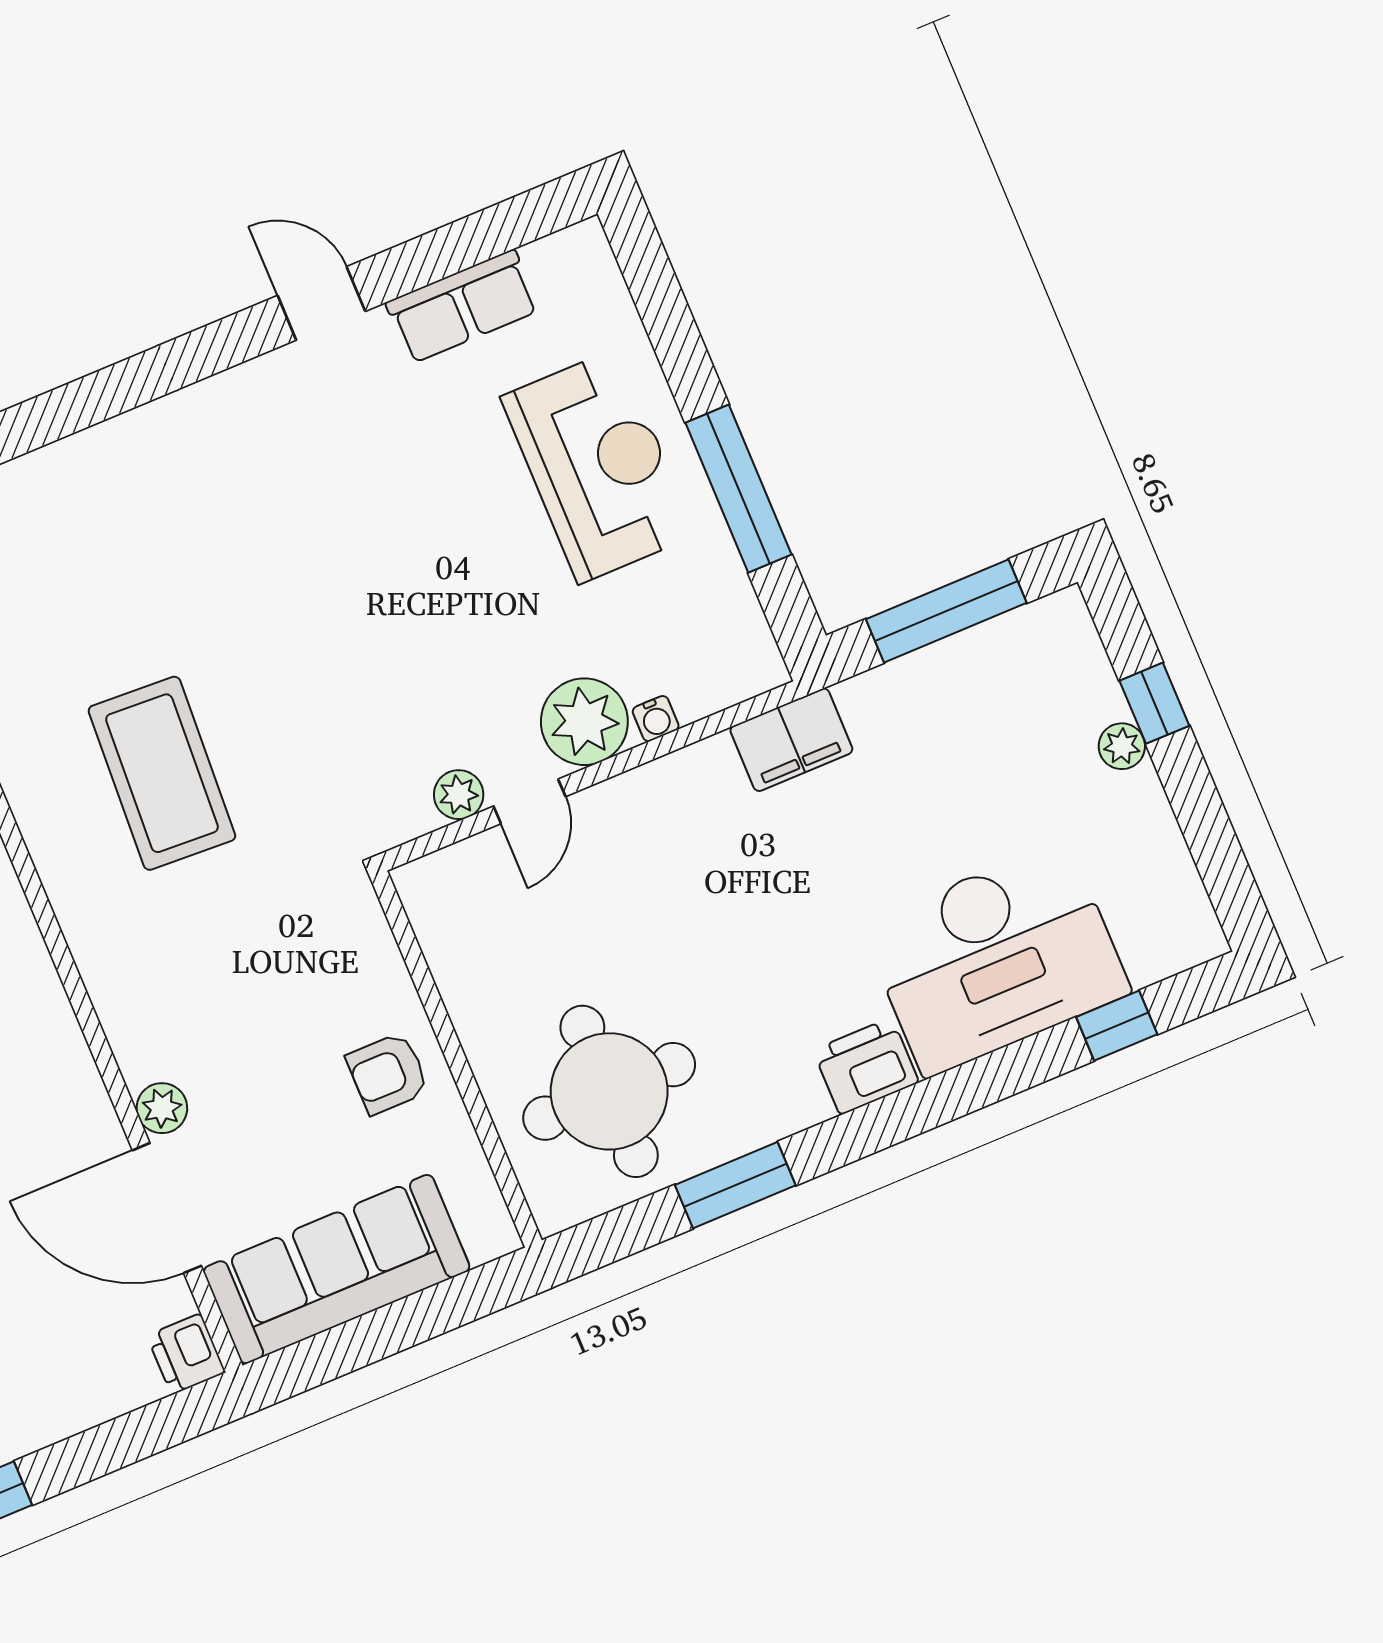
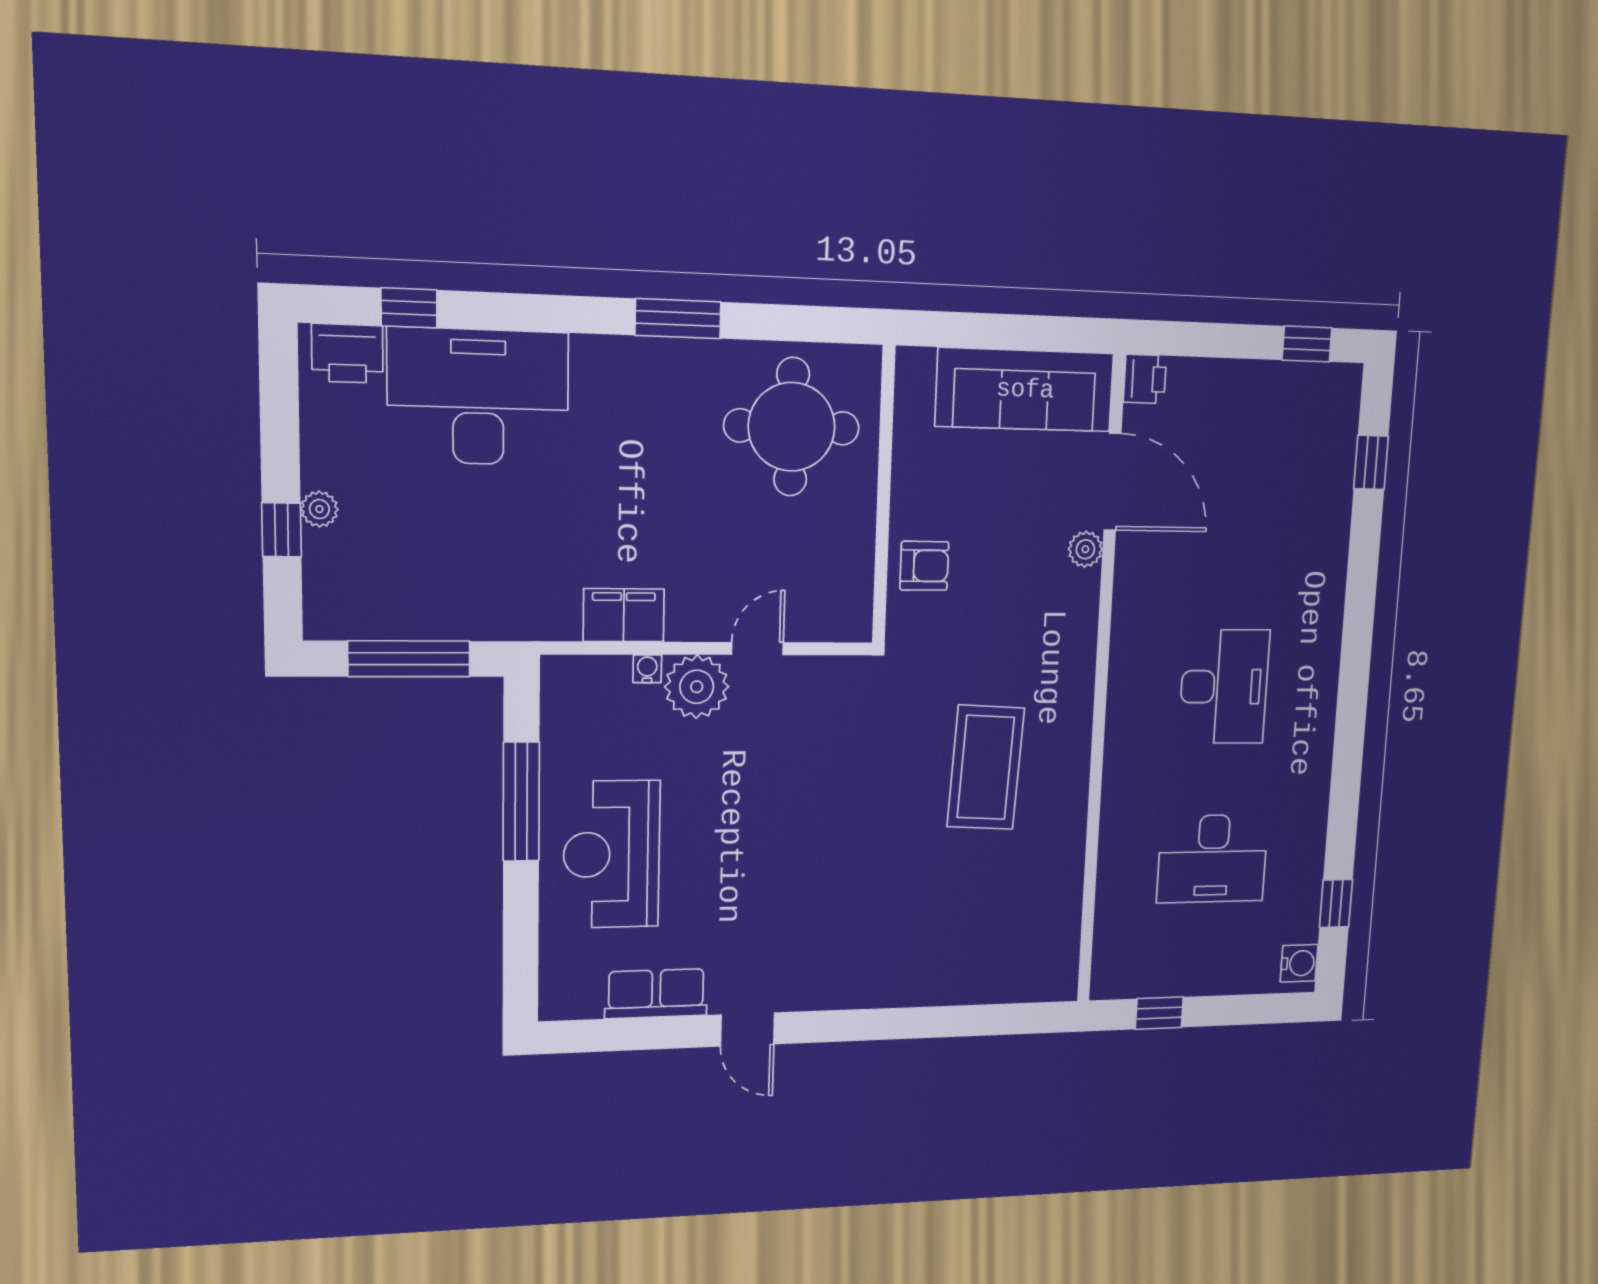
filing cabinet: (791, 740) -> (624, 615), moved
plant: (459, 795) -> (802, 673), removed
printer: (866, 1066) -> (347, 353), moved
armchair: (388, 1073) -> (924, 566), moved
window: (735, 1185) -> (678, 319), moved

